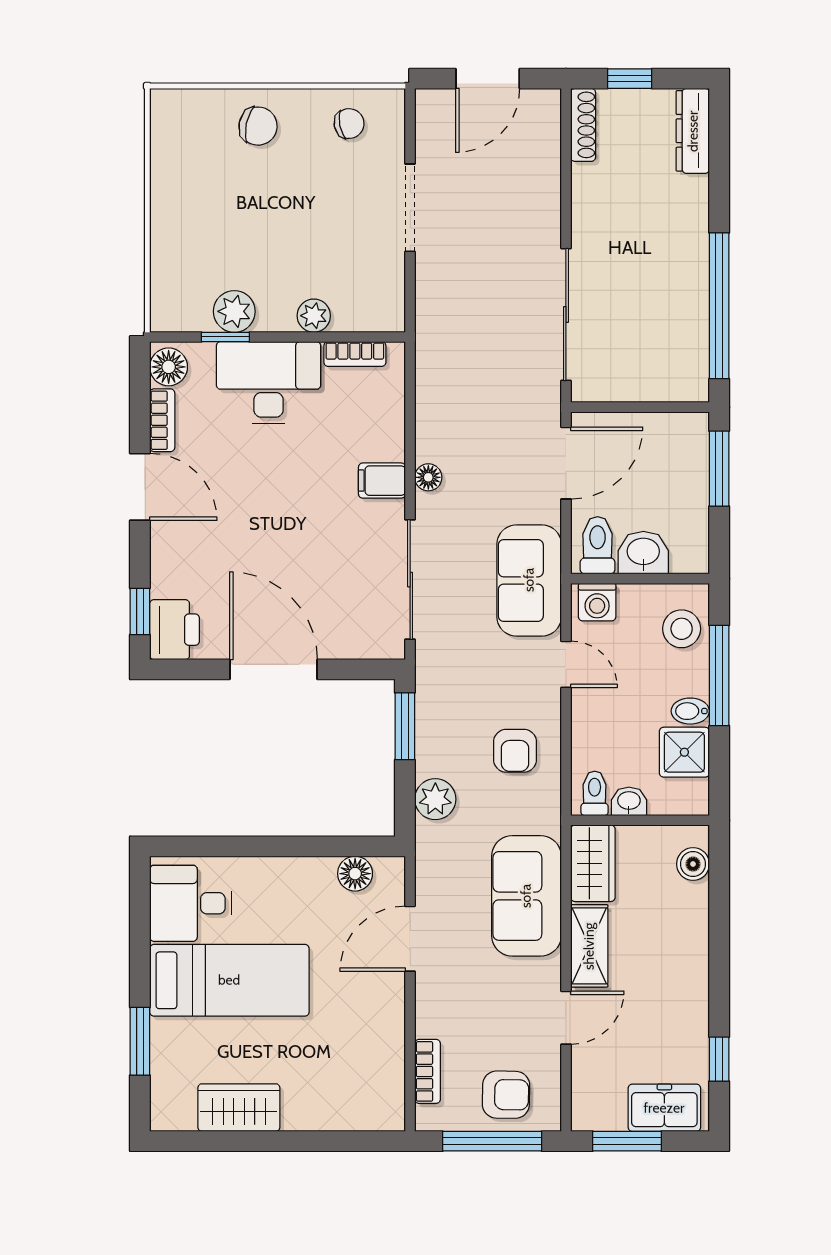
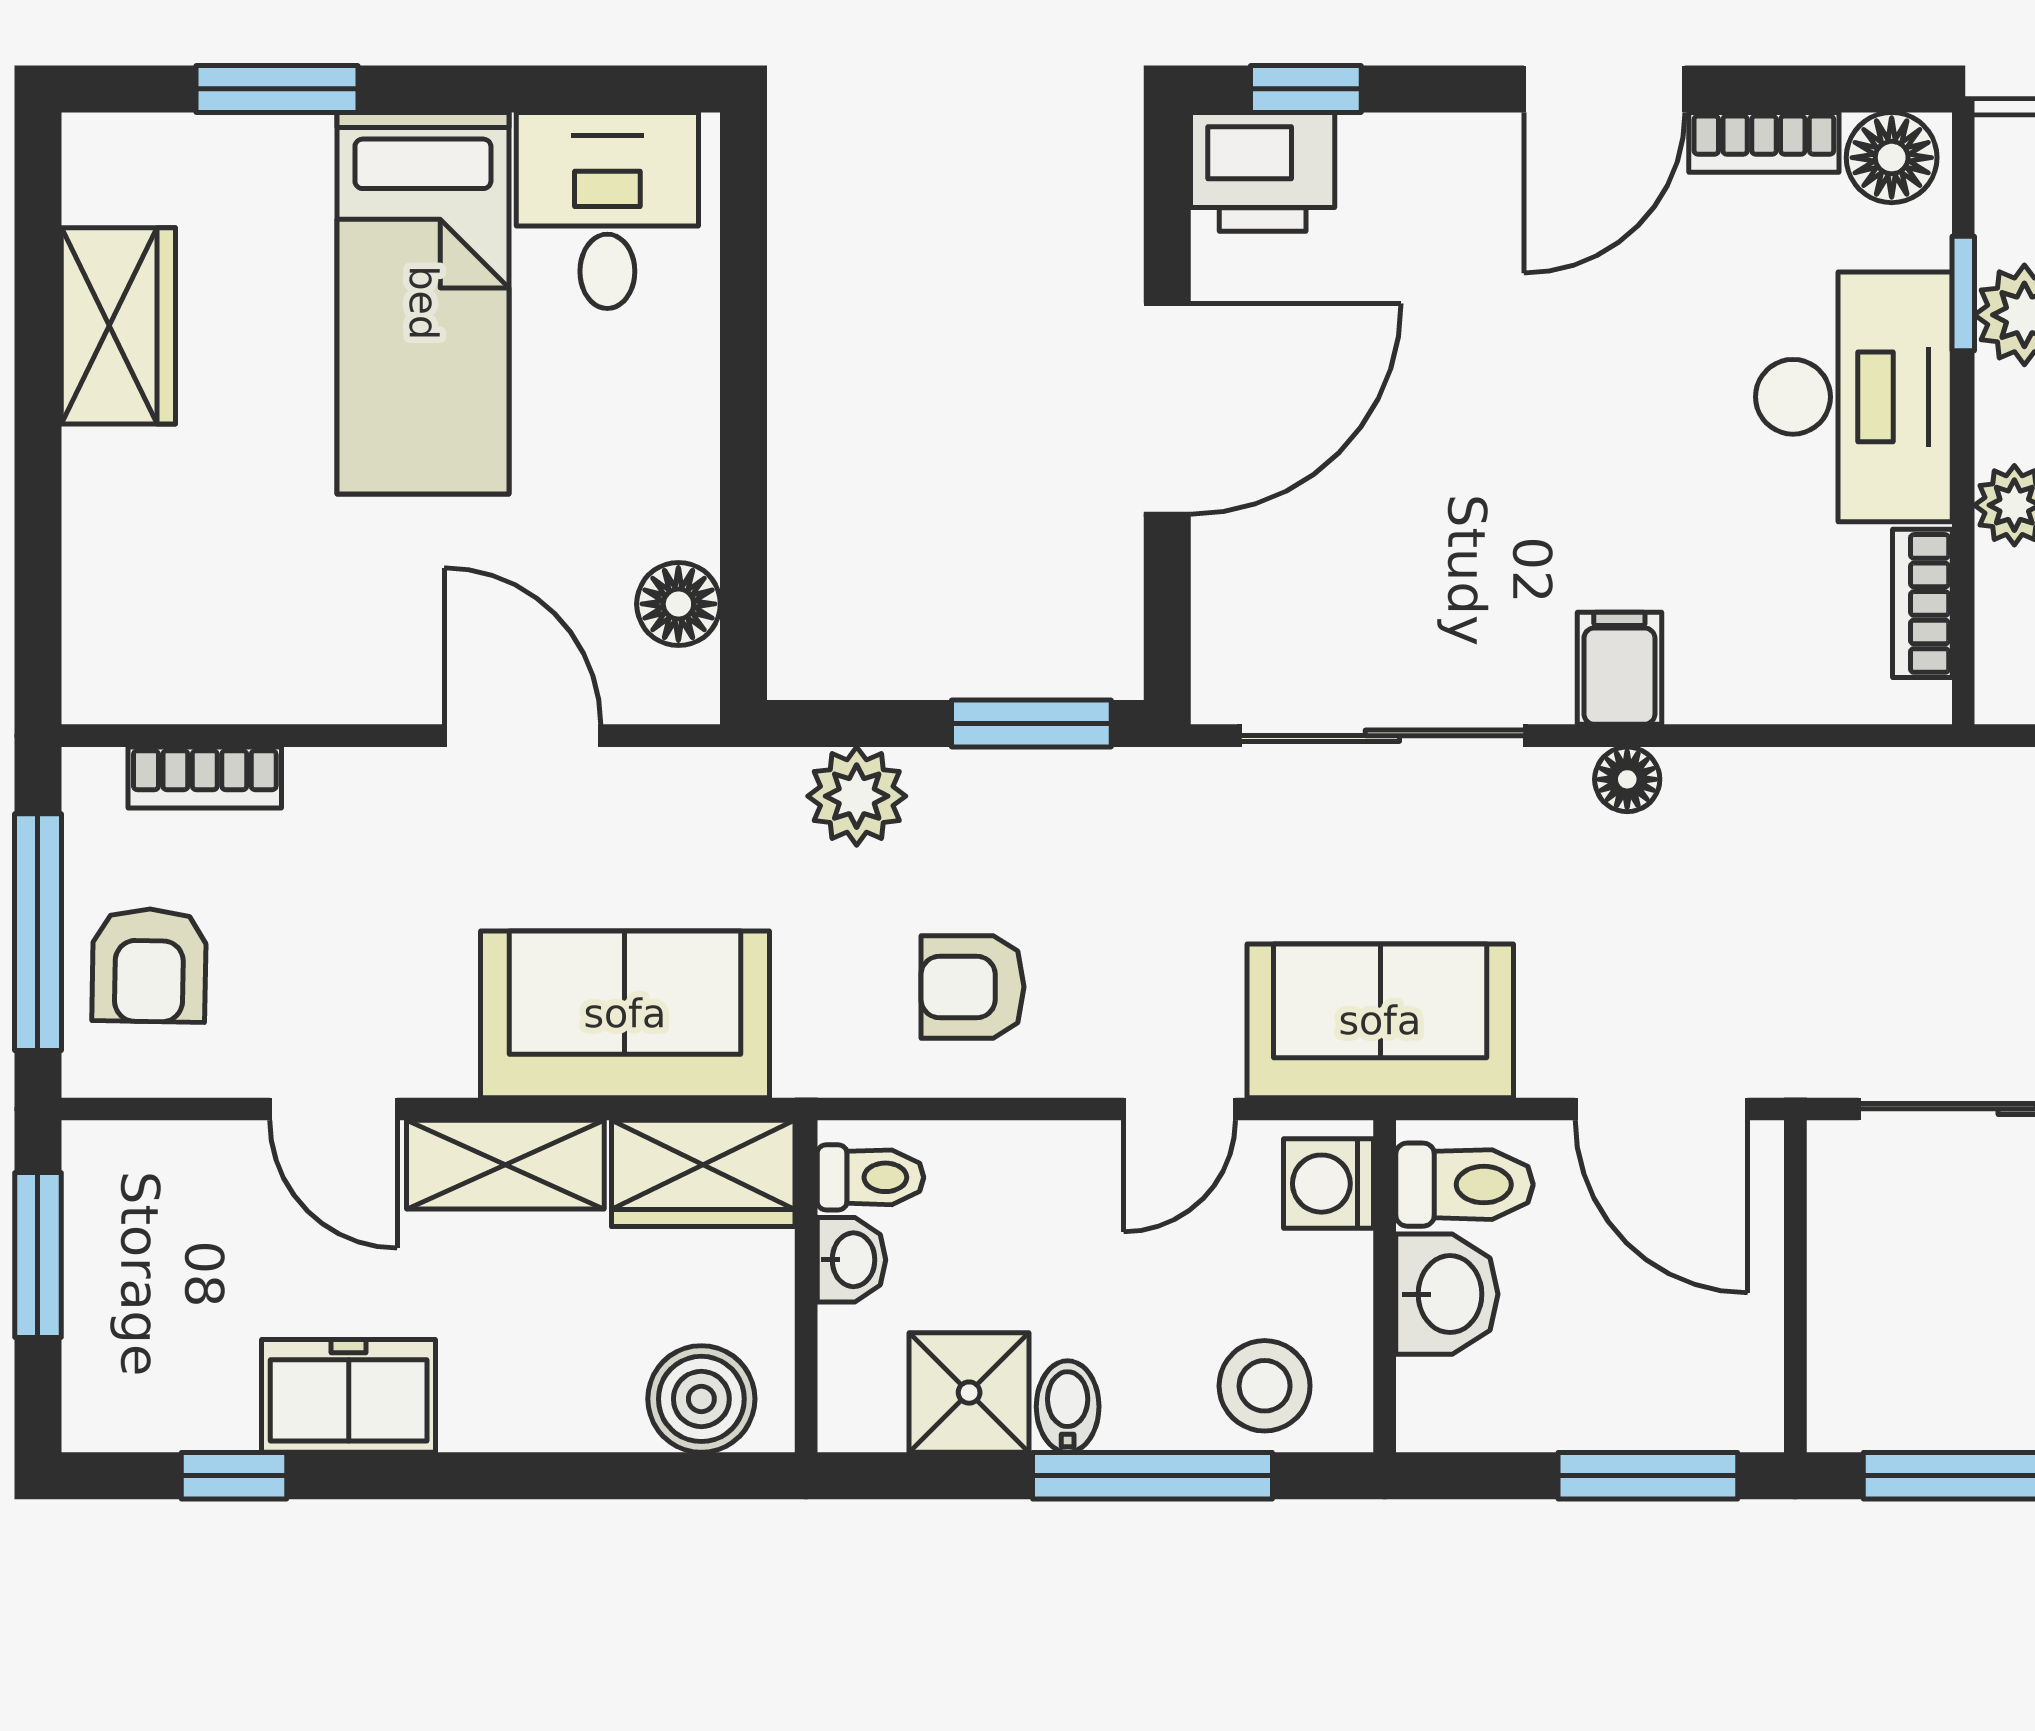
boiler: (693, 864) -> (701, 1399), width x1.36, depth x1.36
freezer: (664, 1108) -> (349, 1396), moved, turned -90

